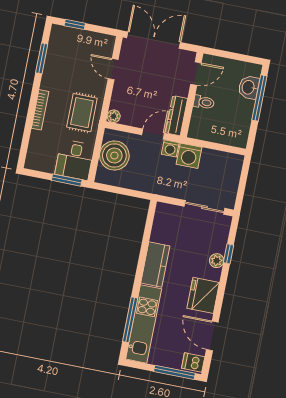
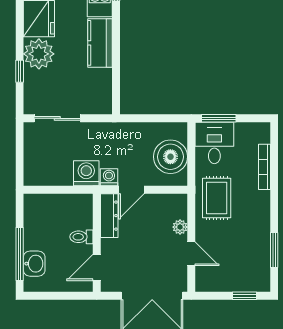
bookcase: (40, 110) -> (264, 167), moved
plant: (114, 116) -> (180, 227), moved
plant: (217, 261) -> (39, 54), width x1.88, depth x1.88

